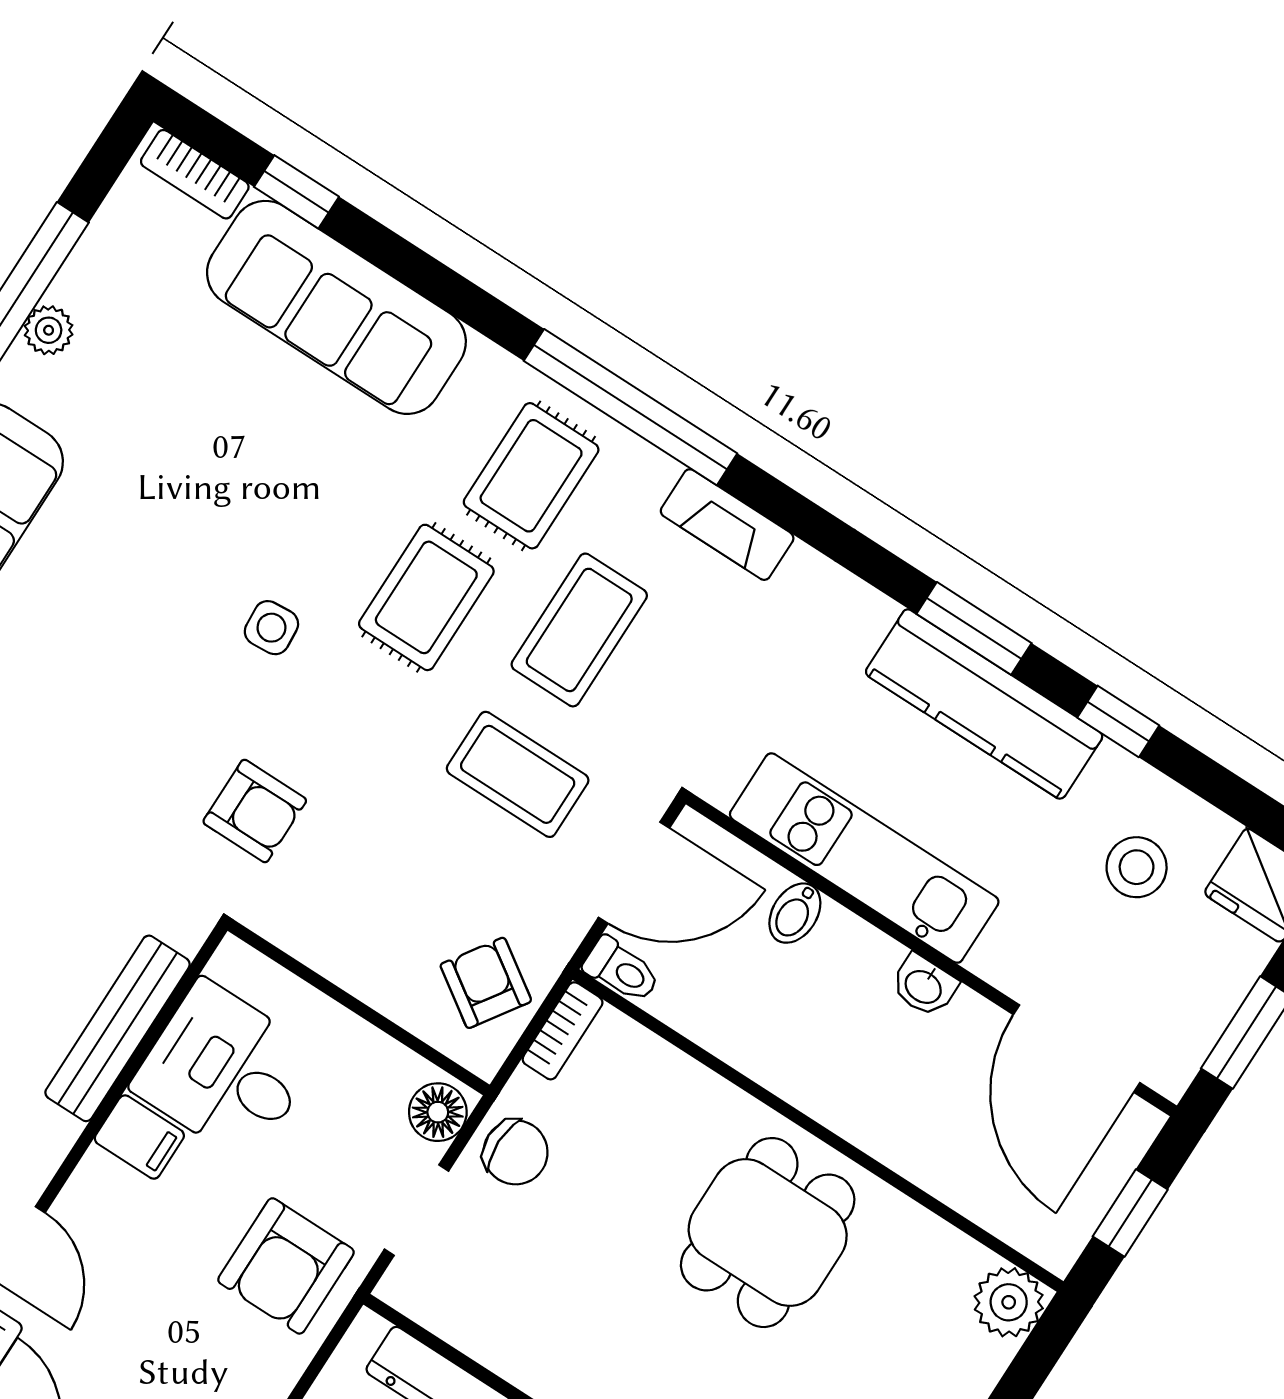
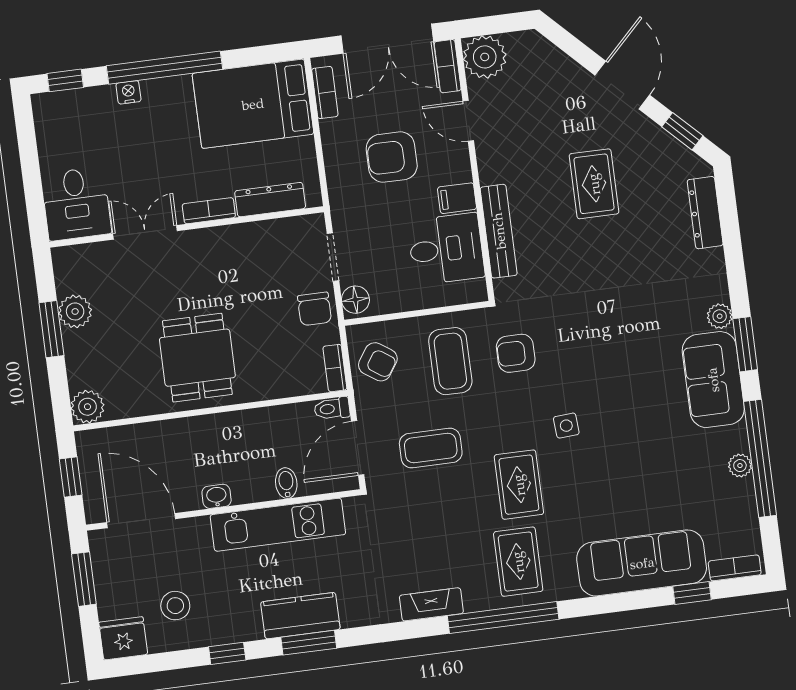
coffee table: (579, 630) -> (450, 361), moved
kitchen counter: (984, 704) -> (300, 616), width x0.67
chair: (516, 1152) -> (315, 309), turned -90
armchair: (286, 1266) -> (392, 157), moved, turned -90

